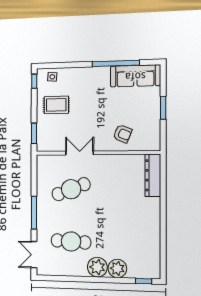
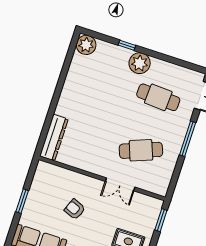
armchair: (122, 134) -> (75, 209), moved
plant: (117, 268) -> (86, 45), moved
window: (144, 281) -> (127, 45), moved

